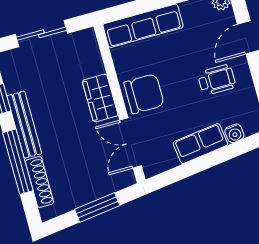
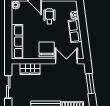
wardrobe: (100, 98) -> (30, 69), moved
double door: (131, 143) -> (66, 61), swing flipped

